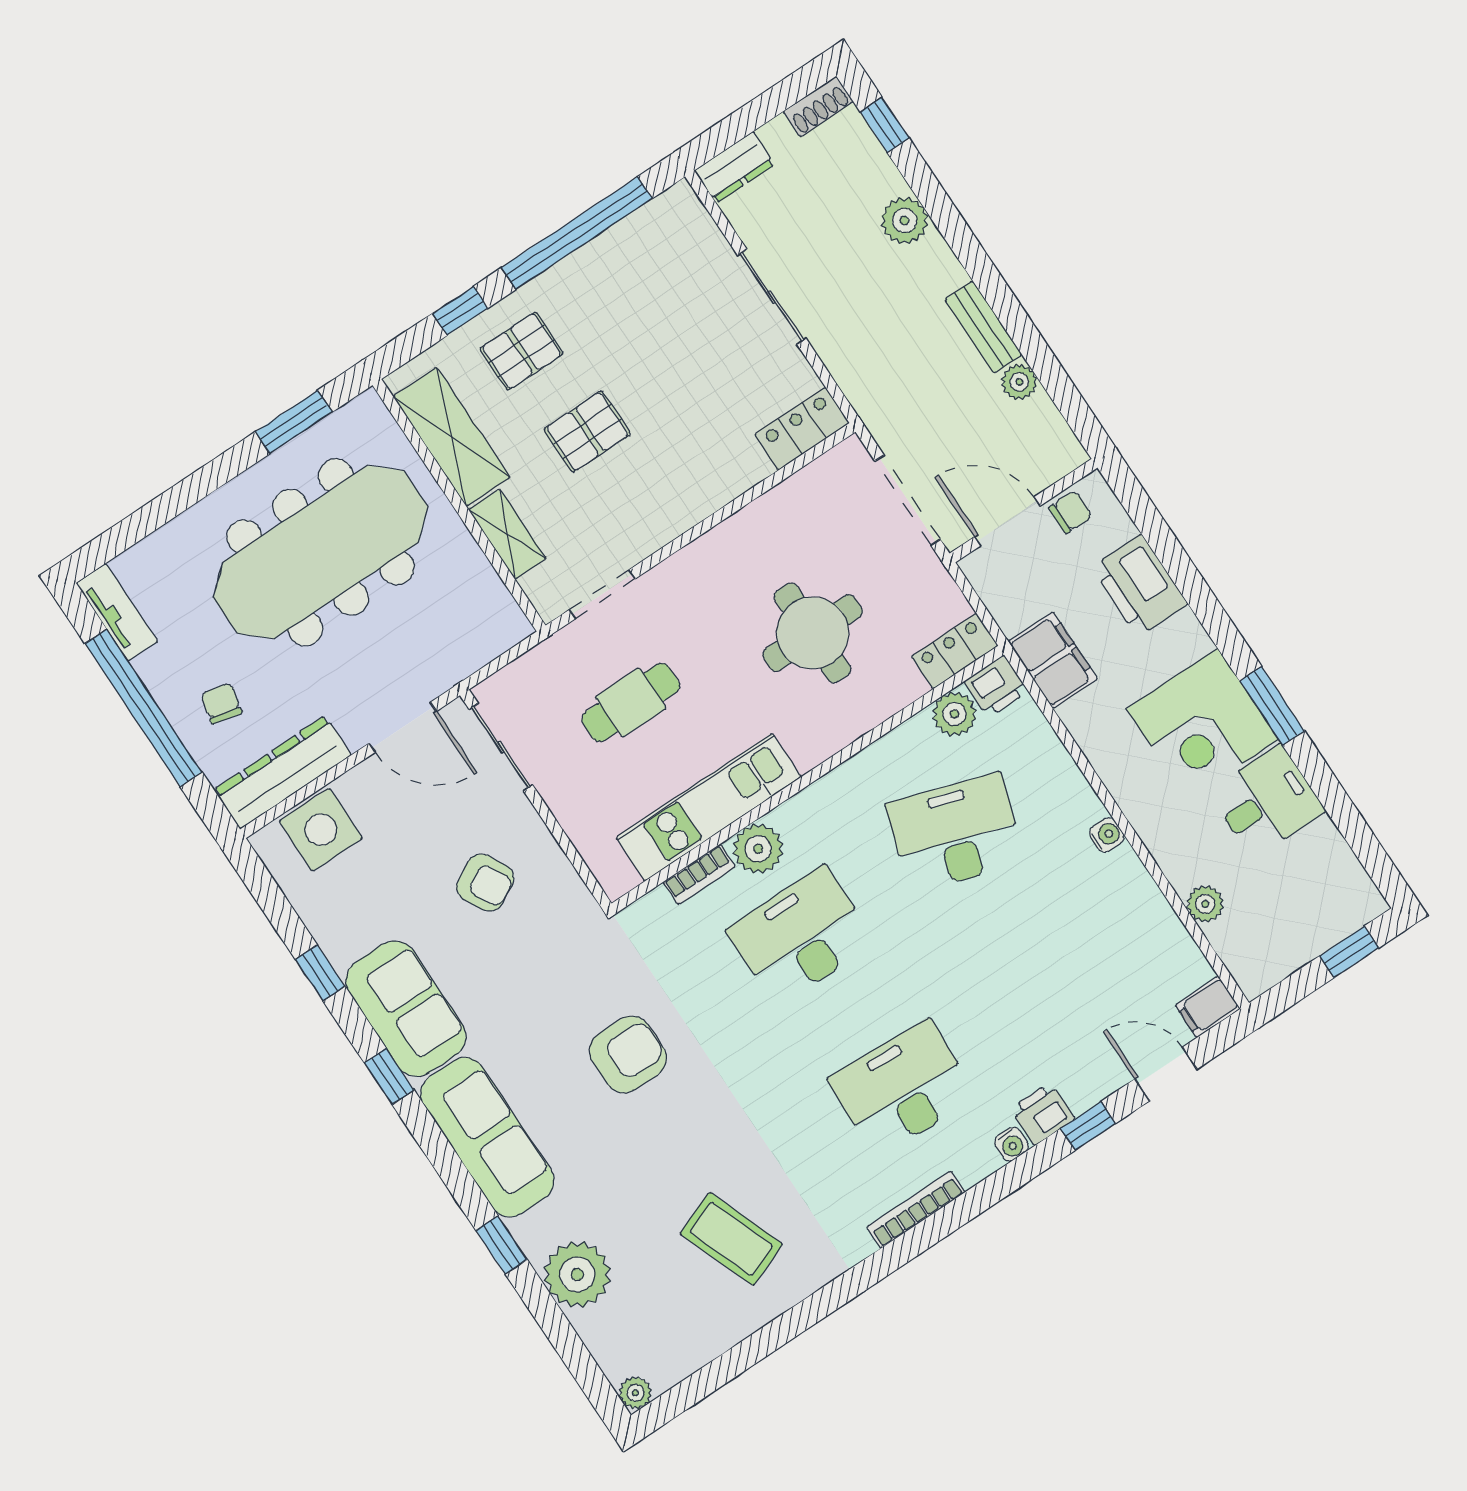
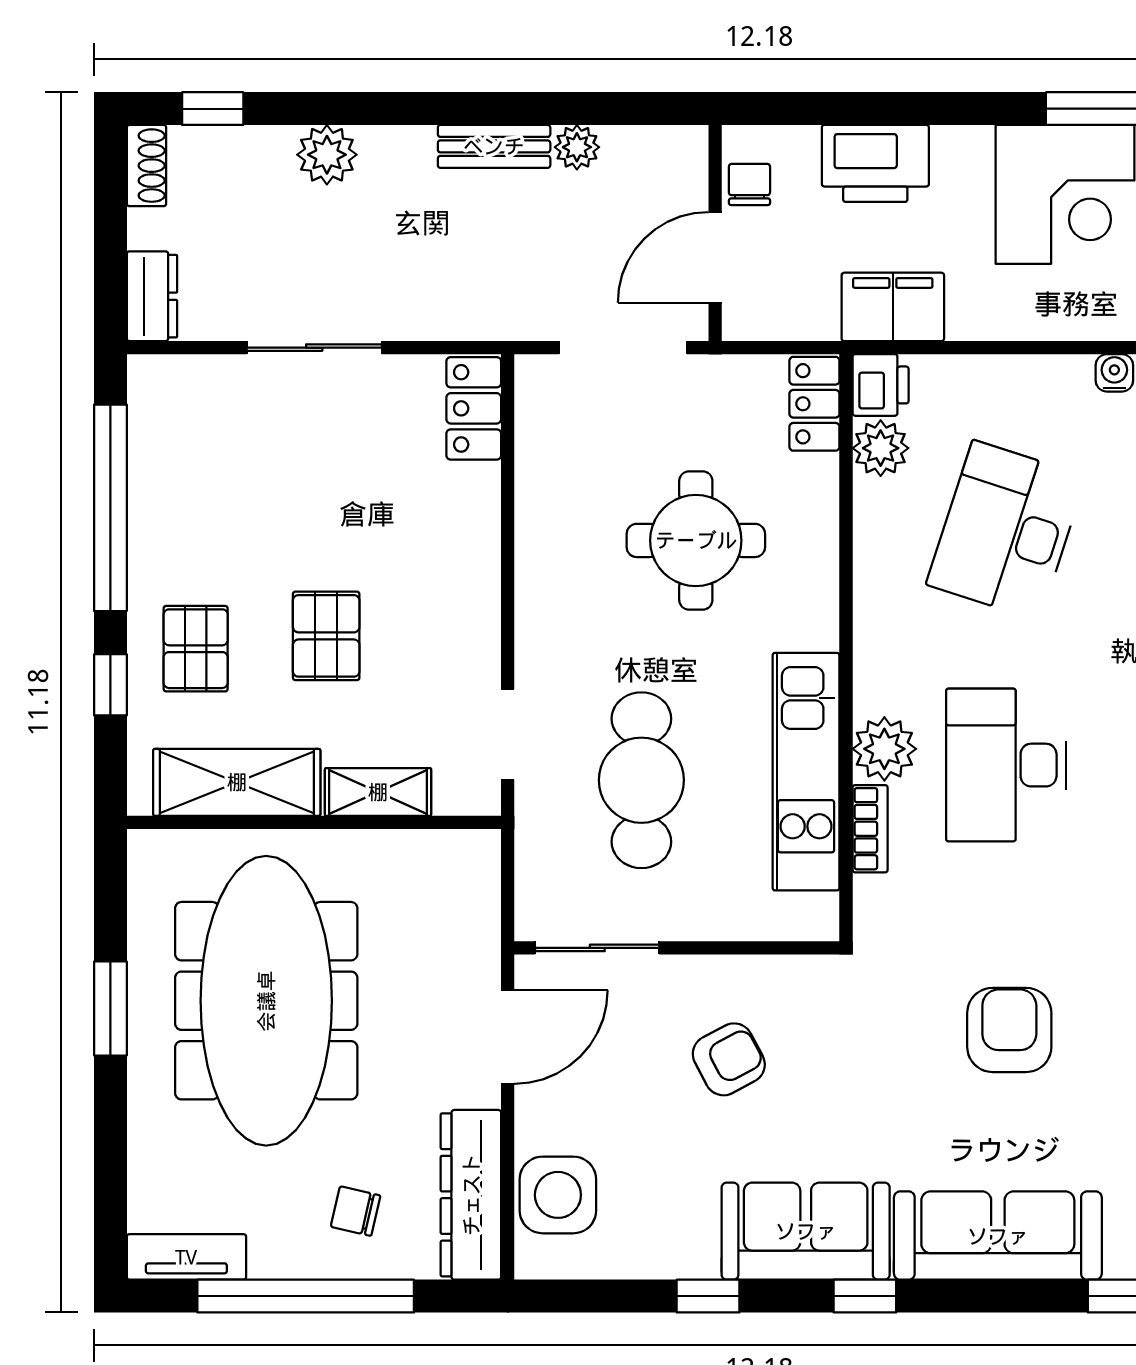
window: (294, 422) -> (110, 1009), moved
cafe table: (631, 702) -> (641, 780), width x1.37, depth x1.35

